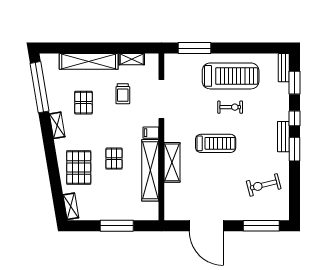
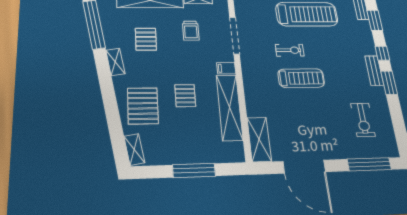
exercise bike: (230, 107) -> (290, 50), moved
shelving: (172, 162) -> (259, 139), moved
exercise bike: (264, 185) -> (363, 120), turned -76

